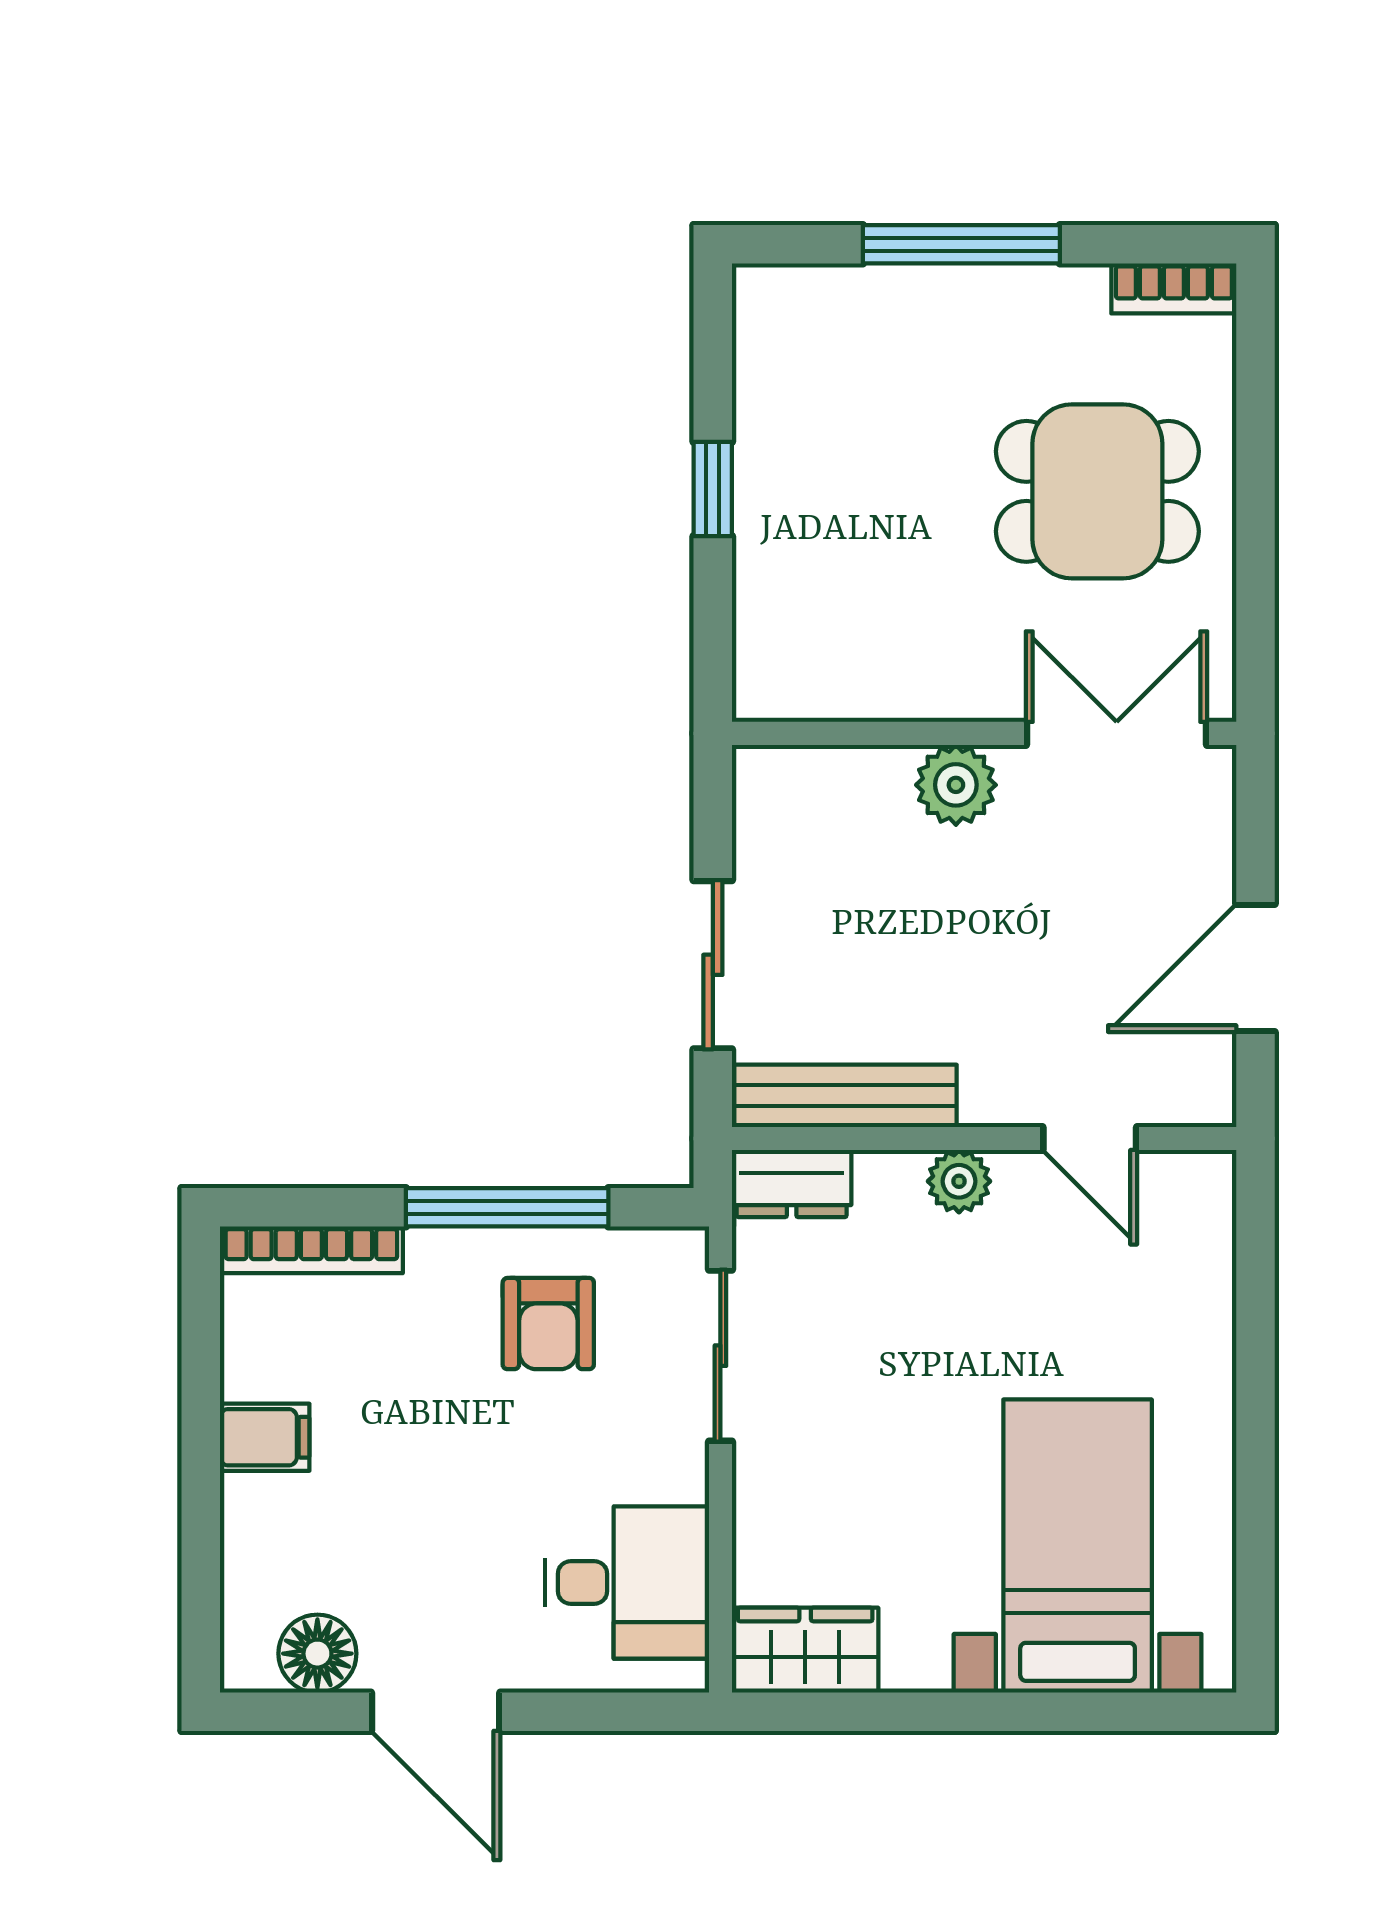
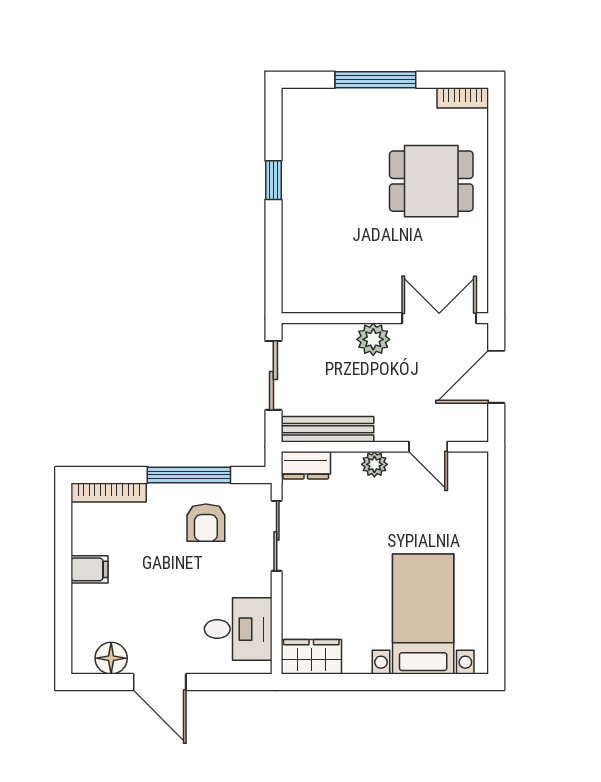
wall: (984, 733) -> (385, 318), moved
double door: (1117, 733) -> (439, 318), moved
plant: (956, 785) -> (373, 339), moved

